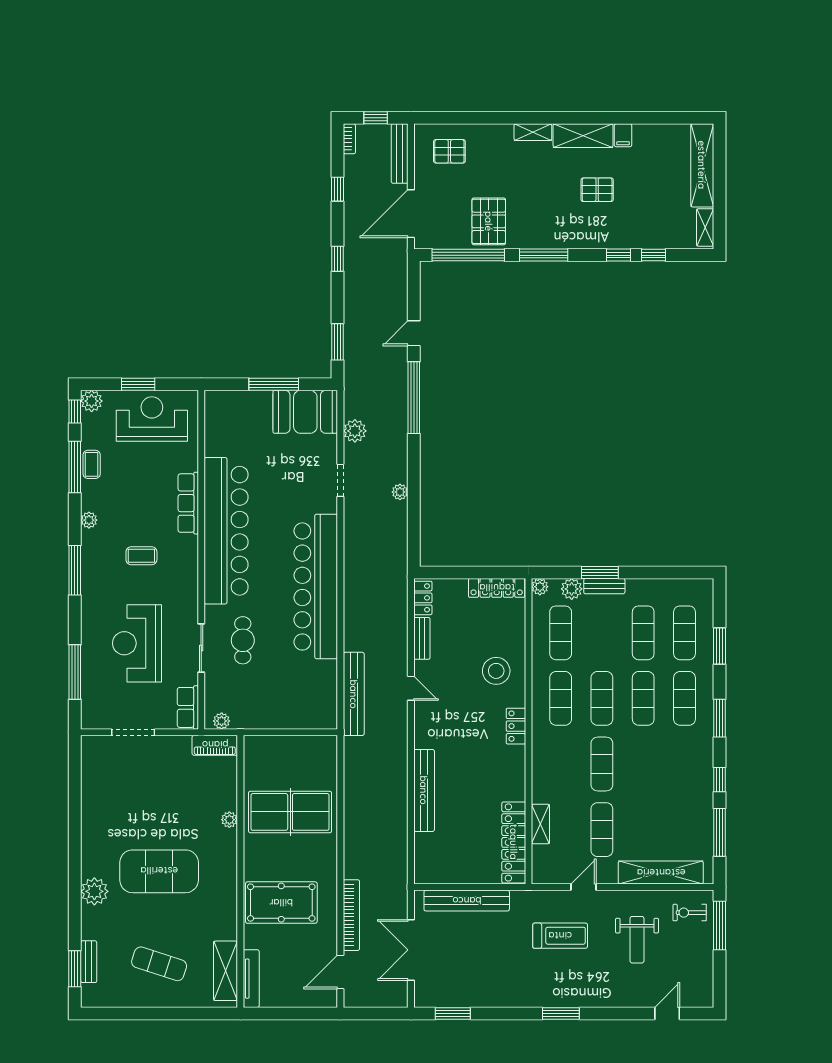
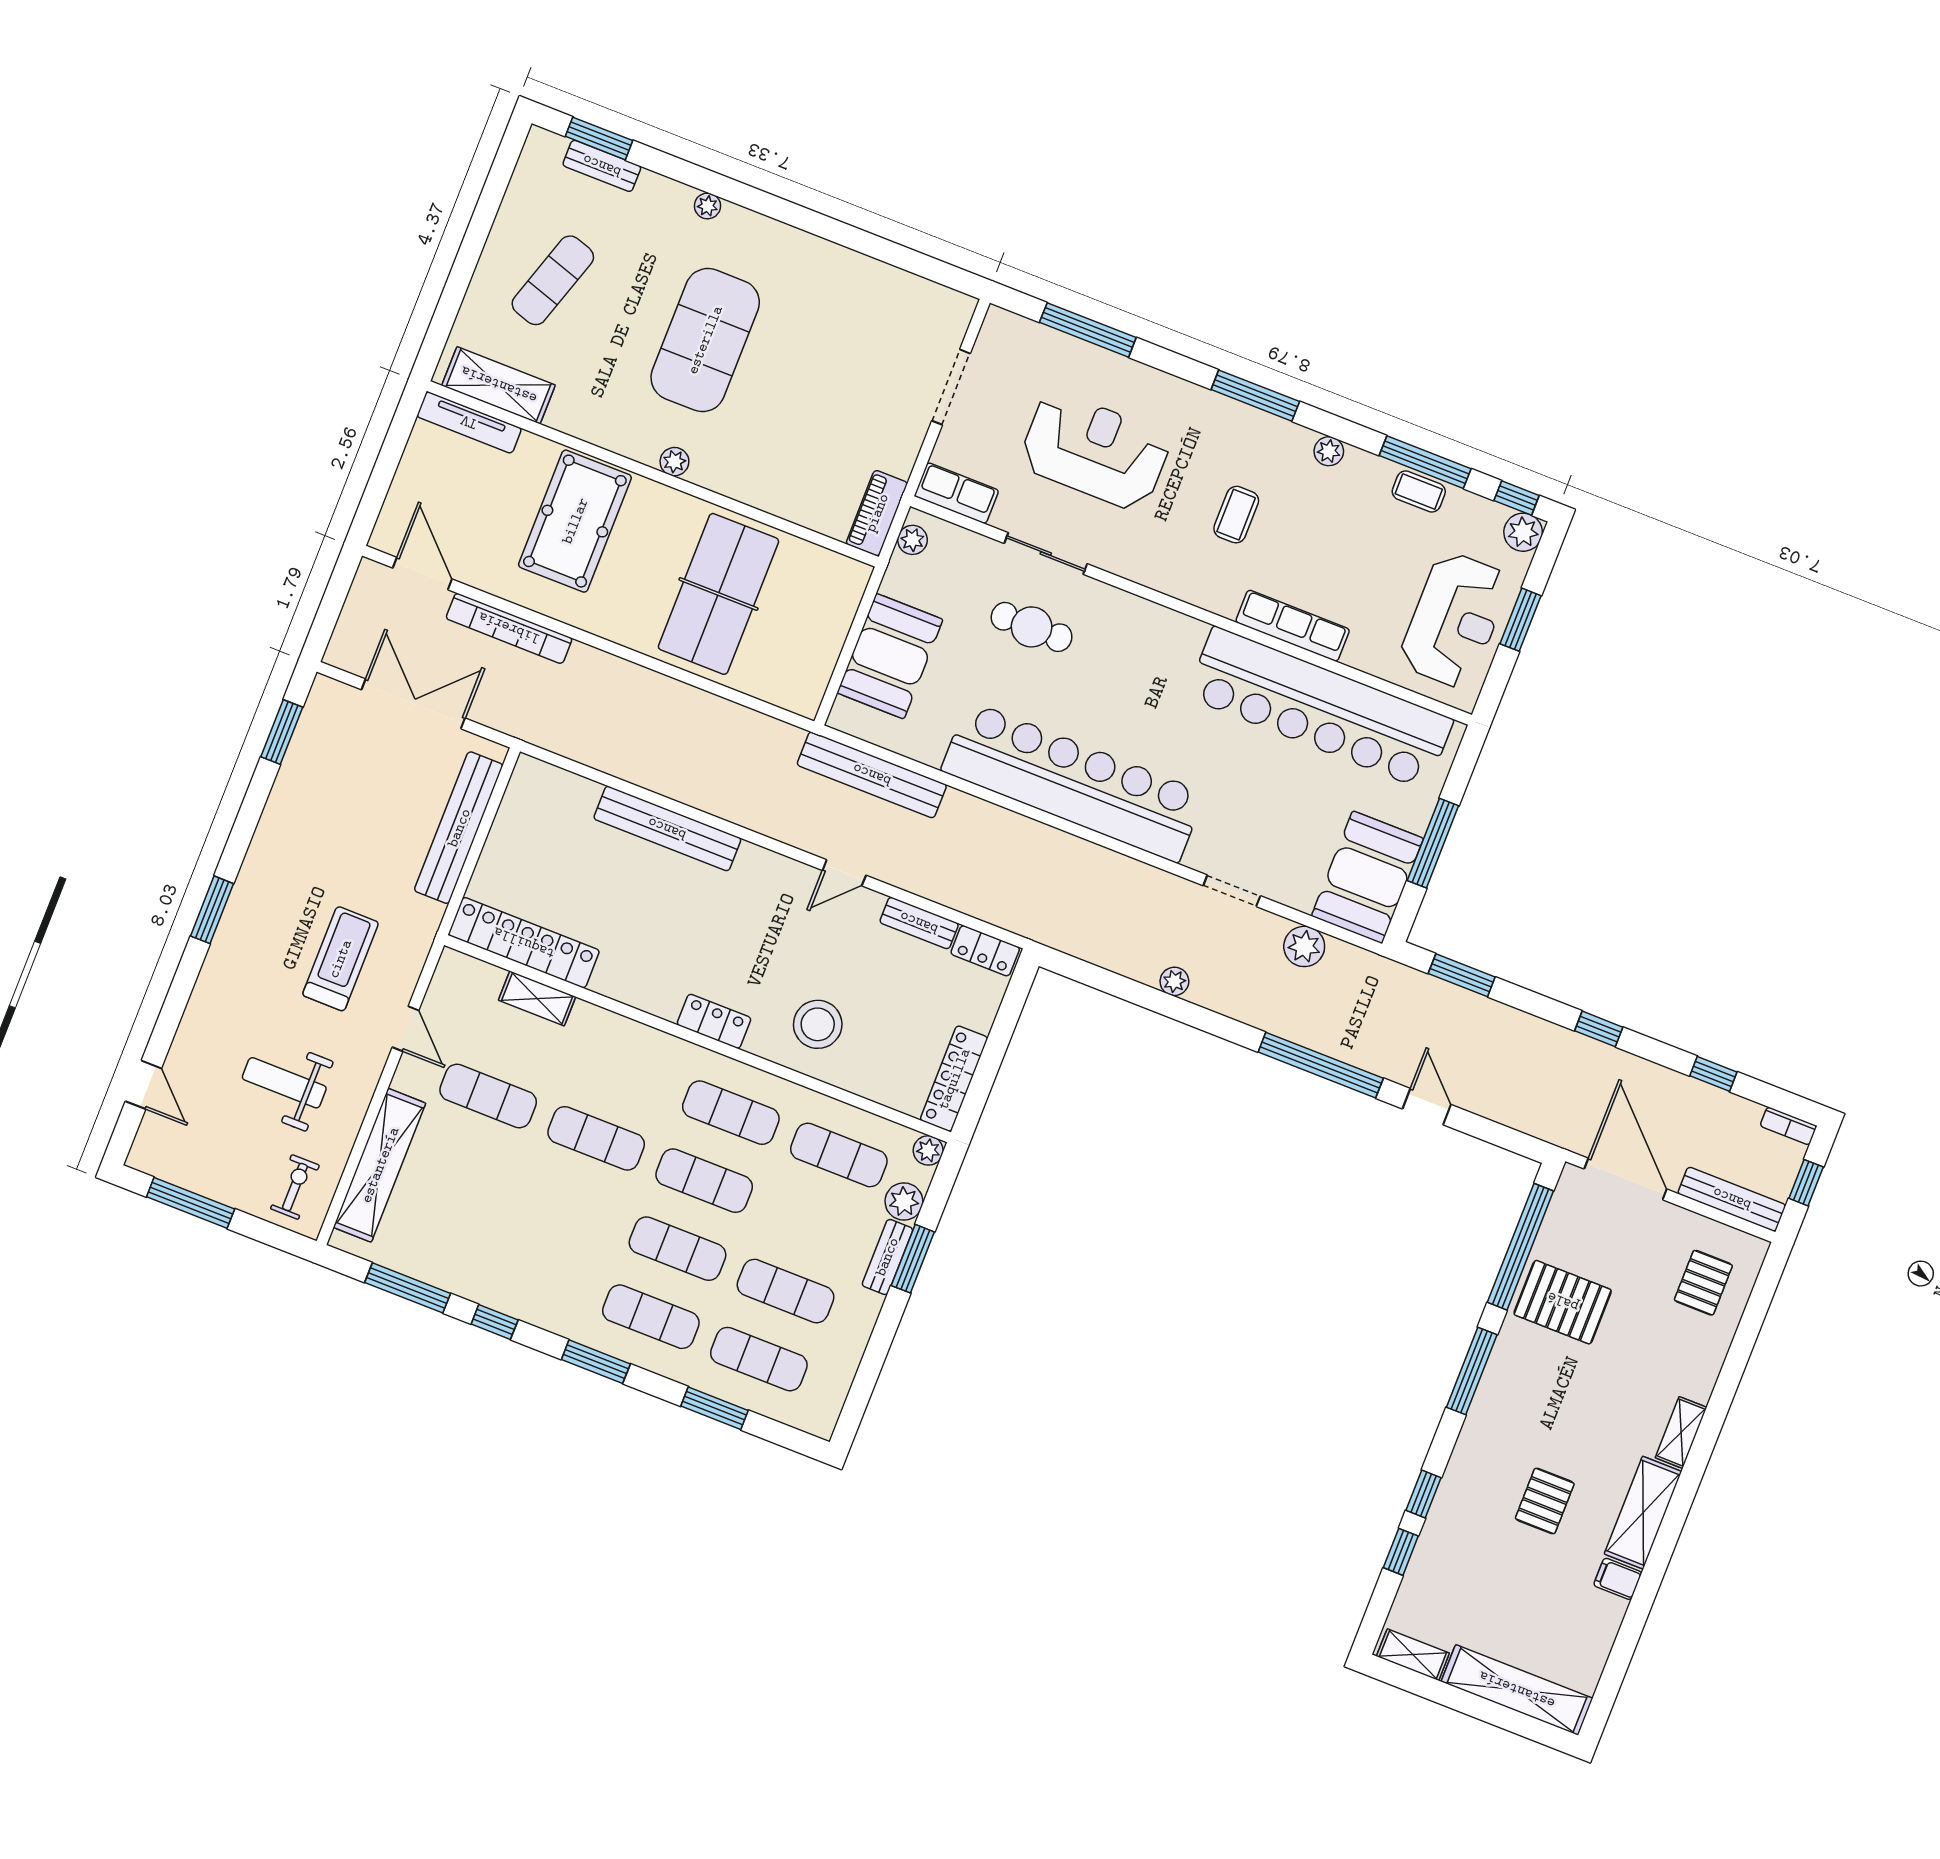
bar counter: (226, 531) -> (1320, 708), moved
booth: (287, 709) -> (890, 656), added
plant: (229, 820) -> (674, 462), moved
plant: (94, 891) -> (707, 206), width x0.53, depth x0.53
window: (720, 926) -> (191, 1203), moved
treadmill: (560, 936) -> (340, 959), turned 180

